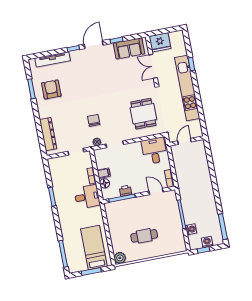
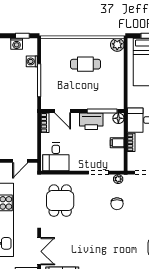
floor lamp: (104, 183) -> (118, 118), moved
printer: (125, 191) -> (91, 121), width x1.87, depth x1.48

